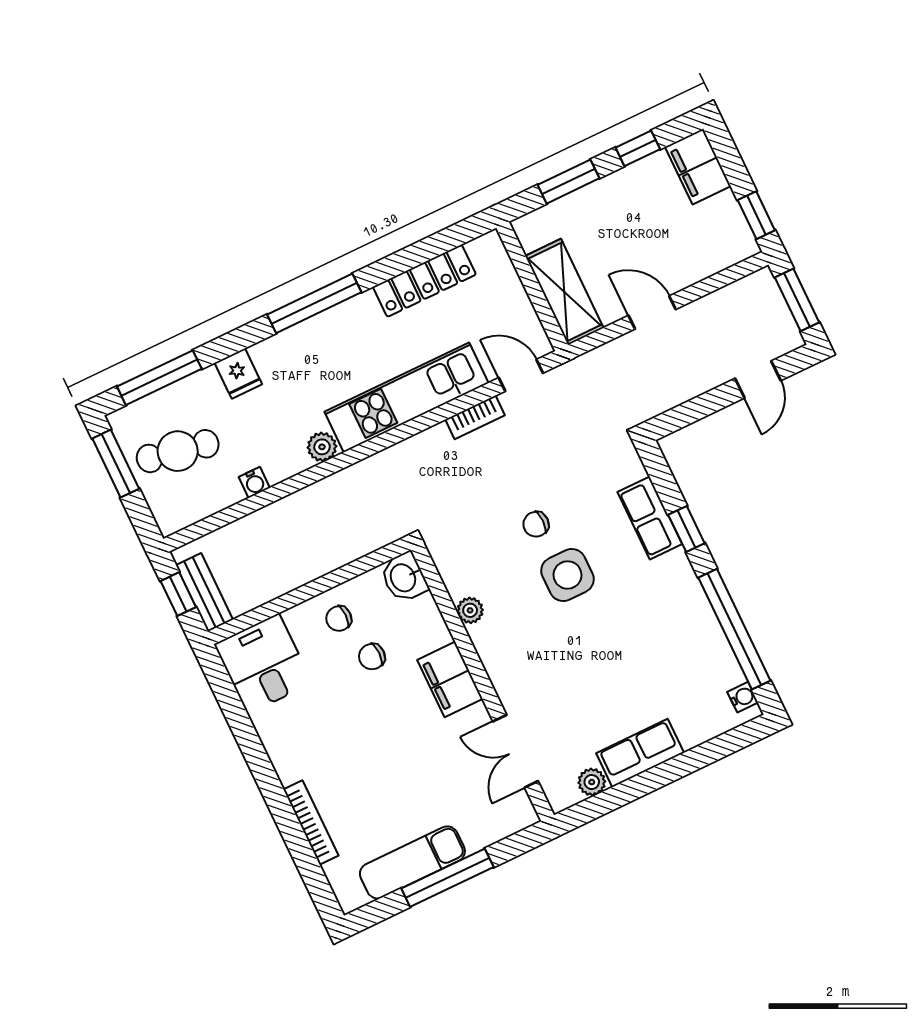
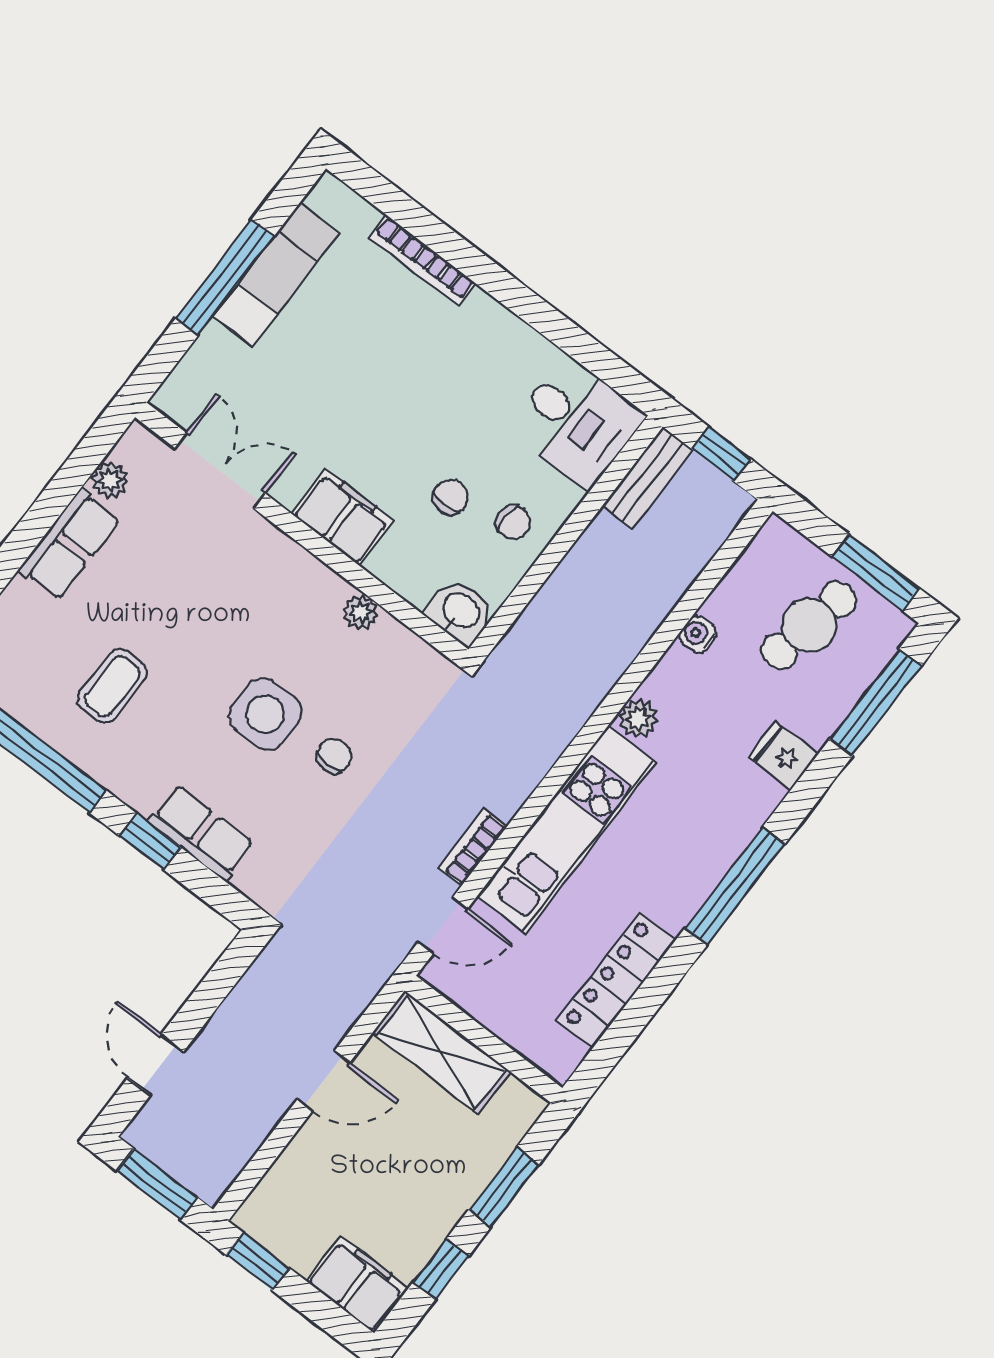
bench: (204, 592) -> (648, 478), moved, turned 90
chair: (339, 619) -> (513, 522), turned 90
coffee table: (659, 645) -> (112, 686), added

